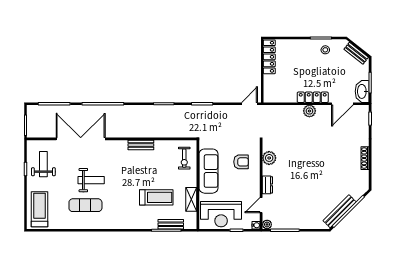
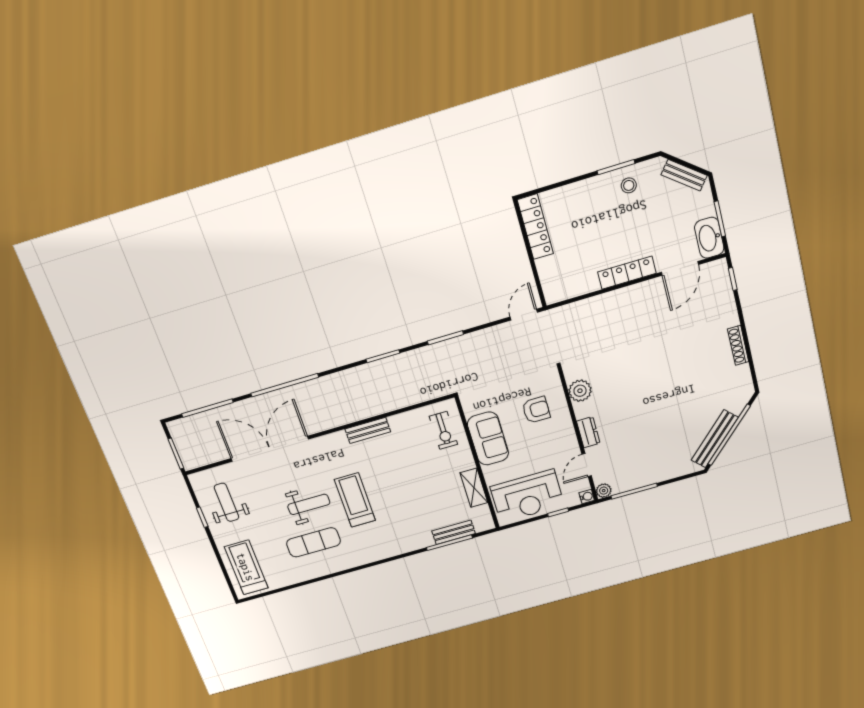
plant: (309, 111) -> (627, 297), removed
sofa: (208, 171) -> (488, 439), width x0.73
treadmill: (156, 197) -> (355, 500), moved, turned -90

